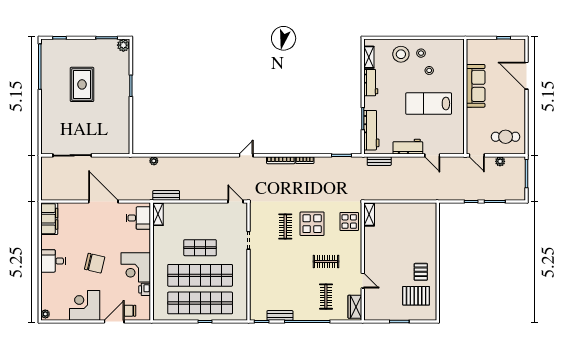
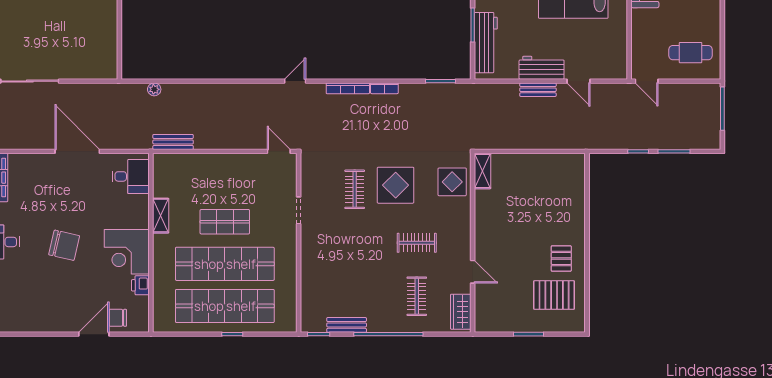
bench: (379, 161) -> (538, 90), moved
plant: (500, 161) -> (682, 90), removed
shelving: (158, 214) -> (161, 216), moved
corner desk: (85, 305) -> (49, 310), removed

